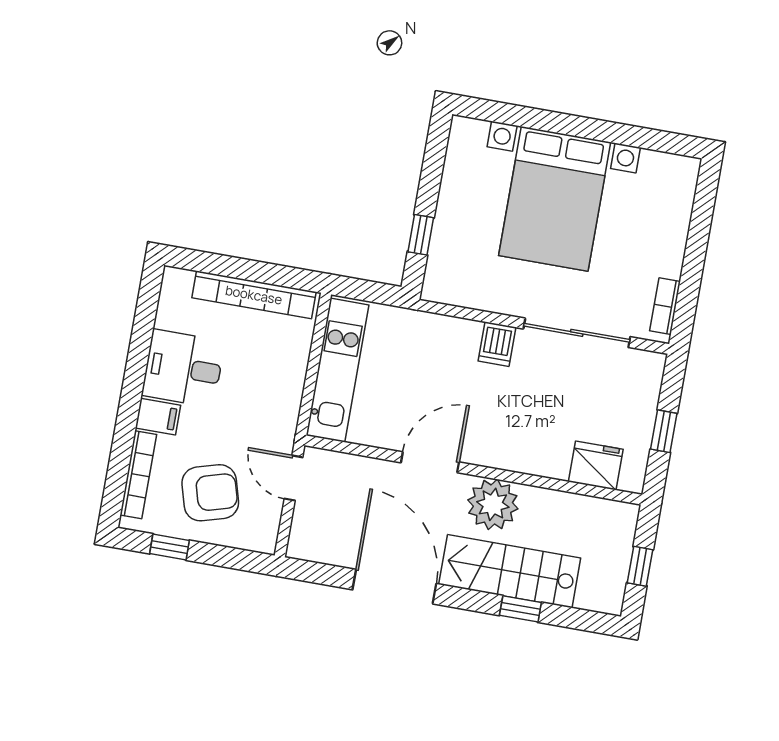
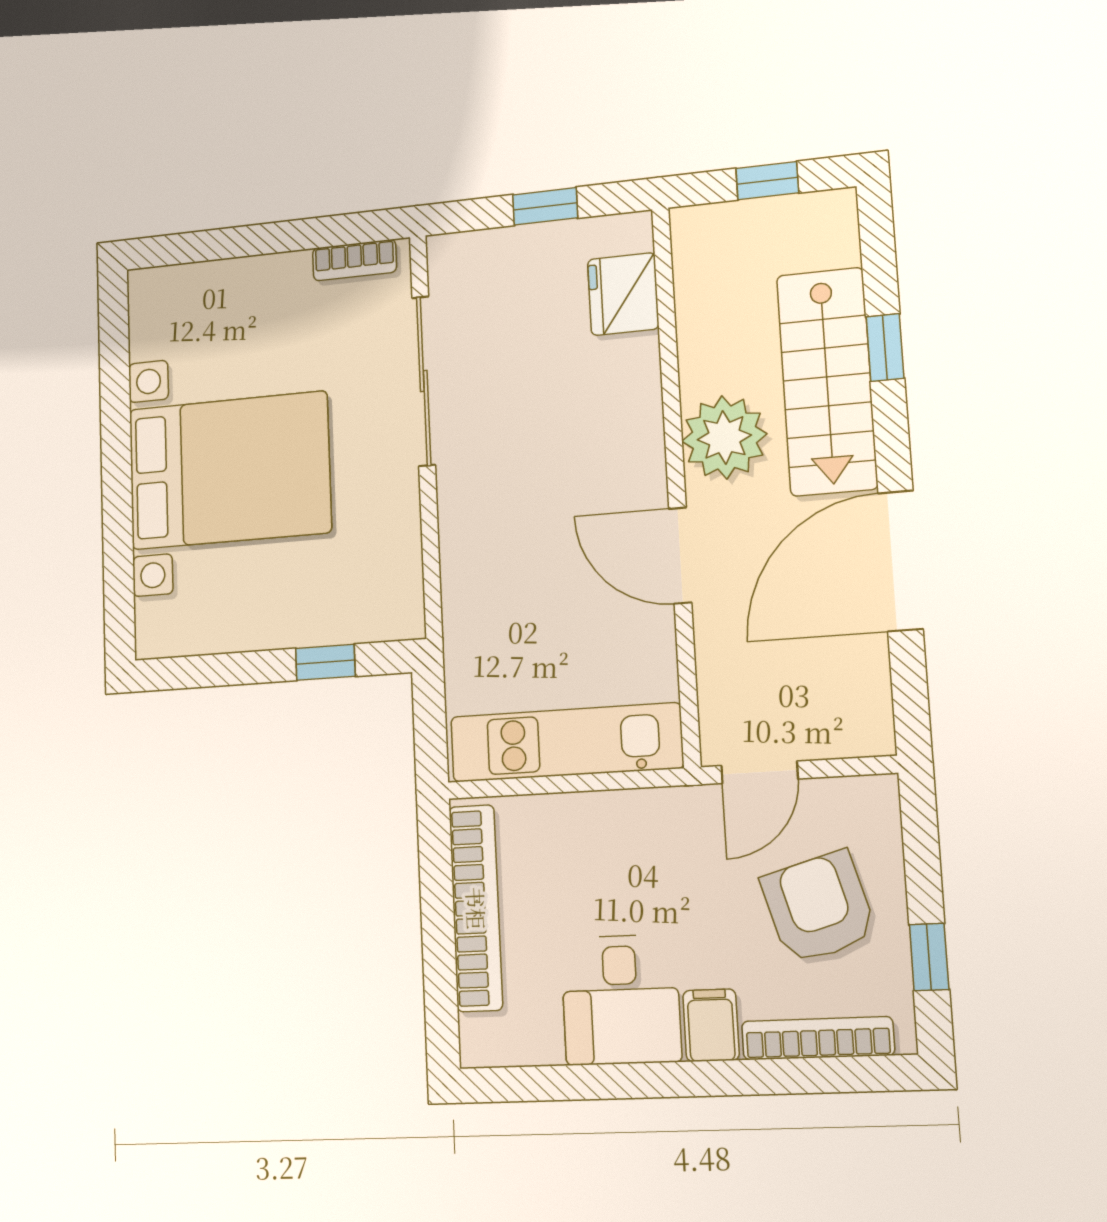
dishwasher: (497, 344) -> (468, 499), removed

